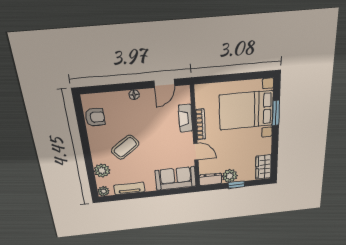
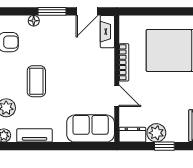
window: (131, 86) -> (52, 11), added
floor lamp: (134, 95) -> (34, 21), moved
fireplace: (186, 118) -> (107, 32), moved
coffee table: (125, 147) -> (36, 81), turned -53

